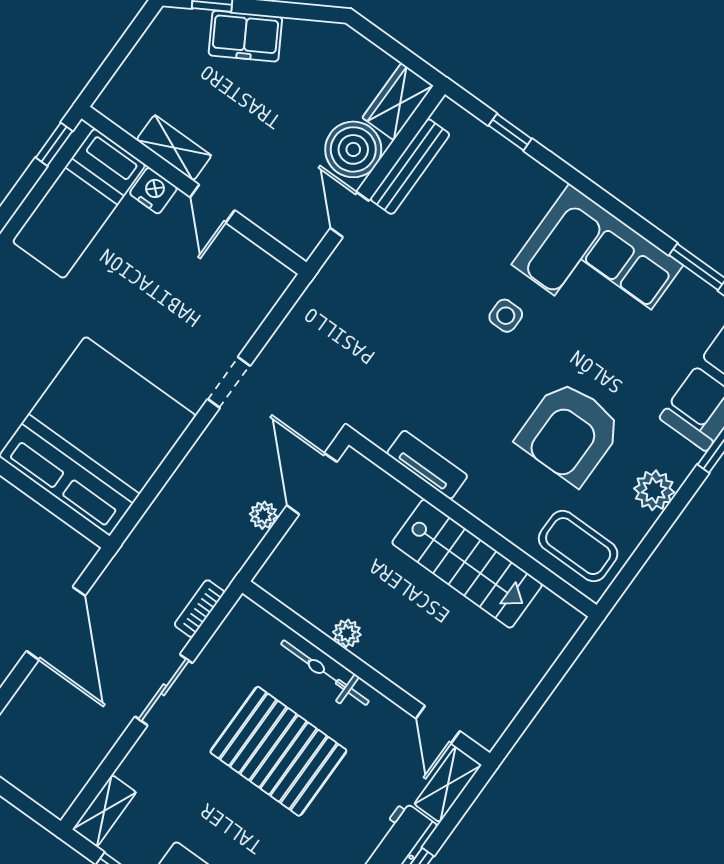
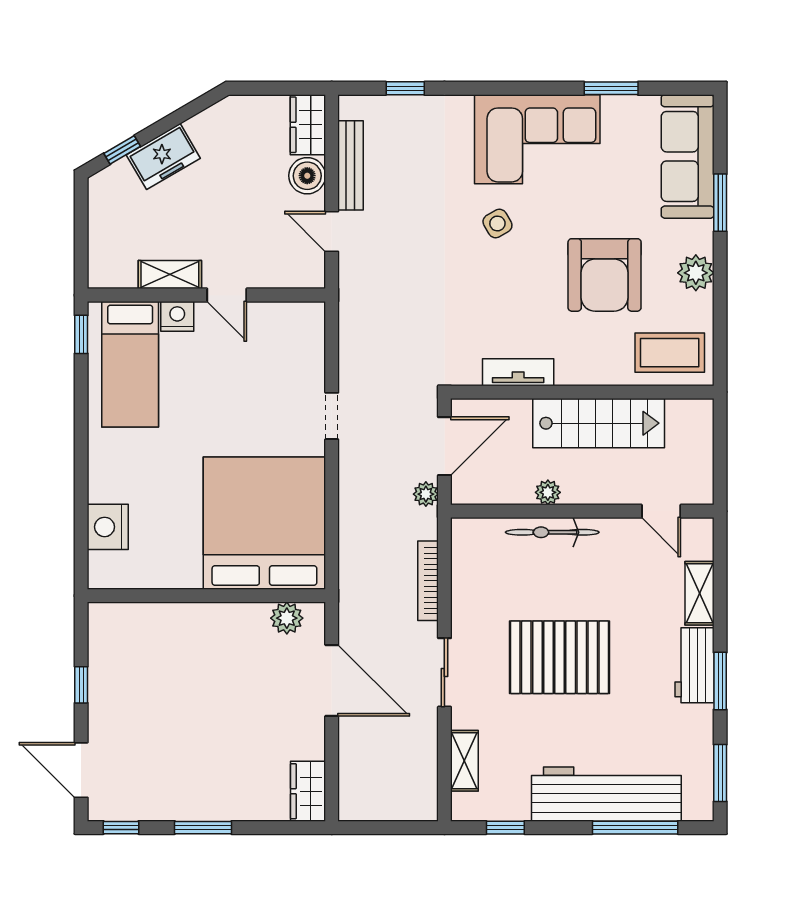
boiler: (353, 149) -> (307, 176), width x0.73, depth x0.73
side table: (506, 316) -> (497, 223), turned -30
door: (312, 484) -> (444, 446), swing flipped
plant: (56, 537) -> (287, 618), added
bookcase: (199, 609) -> (428, 581), width x1.56
plant: (347, 633) -> (548, 492), moved
bicycle: (325, 673) -> (552, 532), moved
wall: (366, 673) -> (582, 511), moved
door: (438, 725) -> (661, 511), moved
shelving: (104, 811) -> (464, 761), moved

